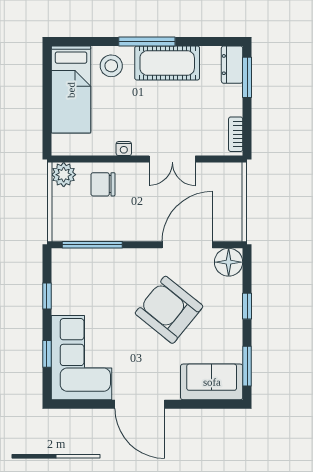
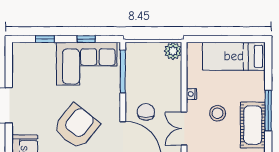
stool: (111, 66) -> (218, 113), moved
chair: (103, 184) -> (146, 112), moved
corner sofa: (81, 358) -> (87, 64), moved

